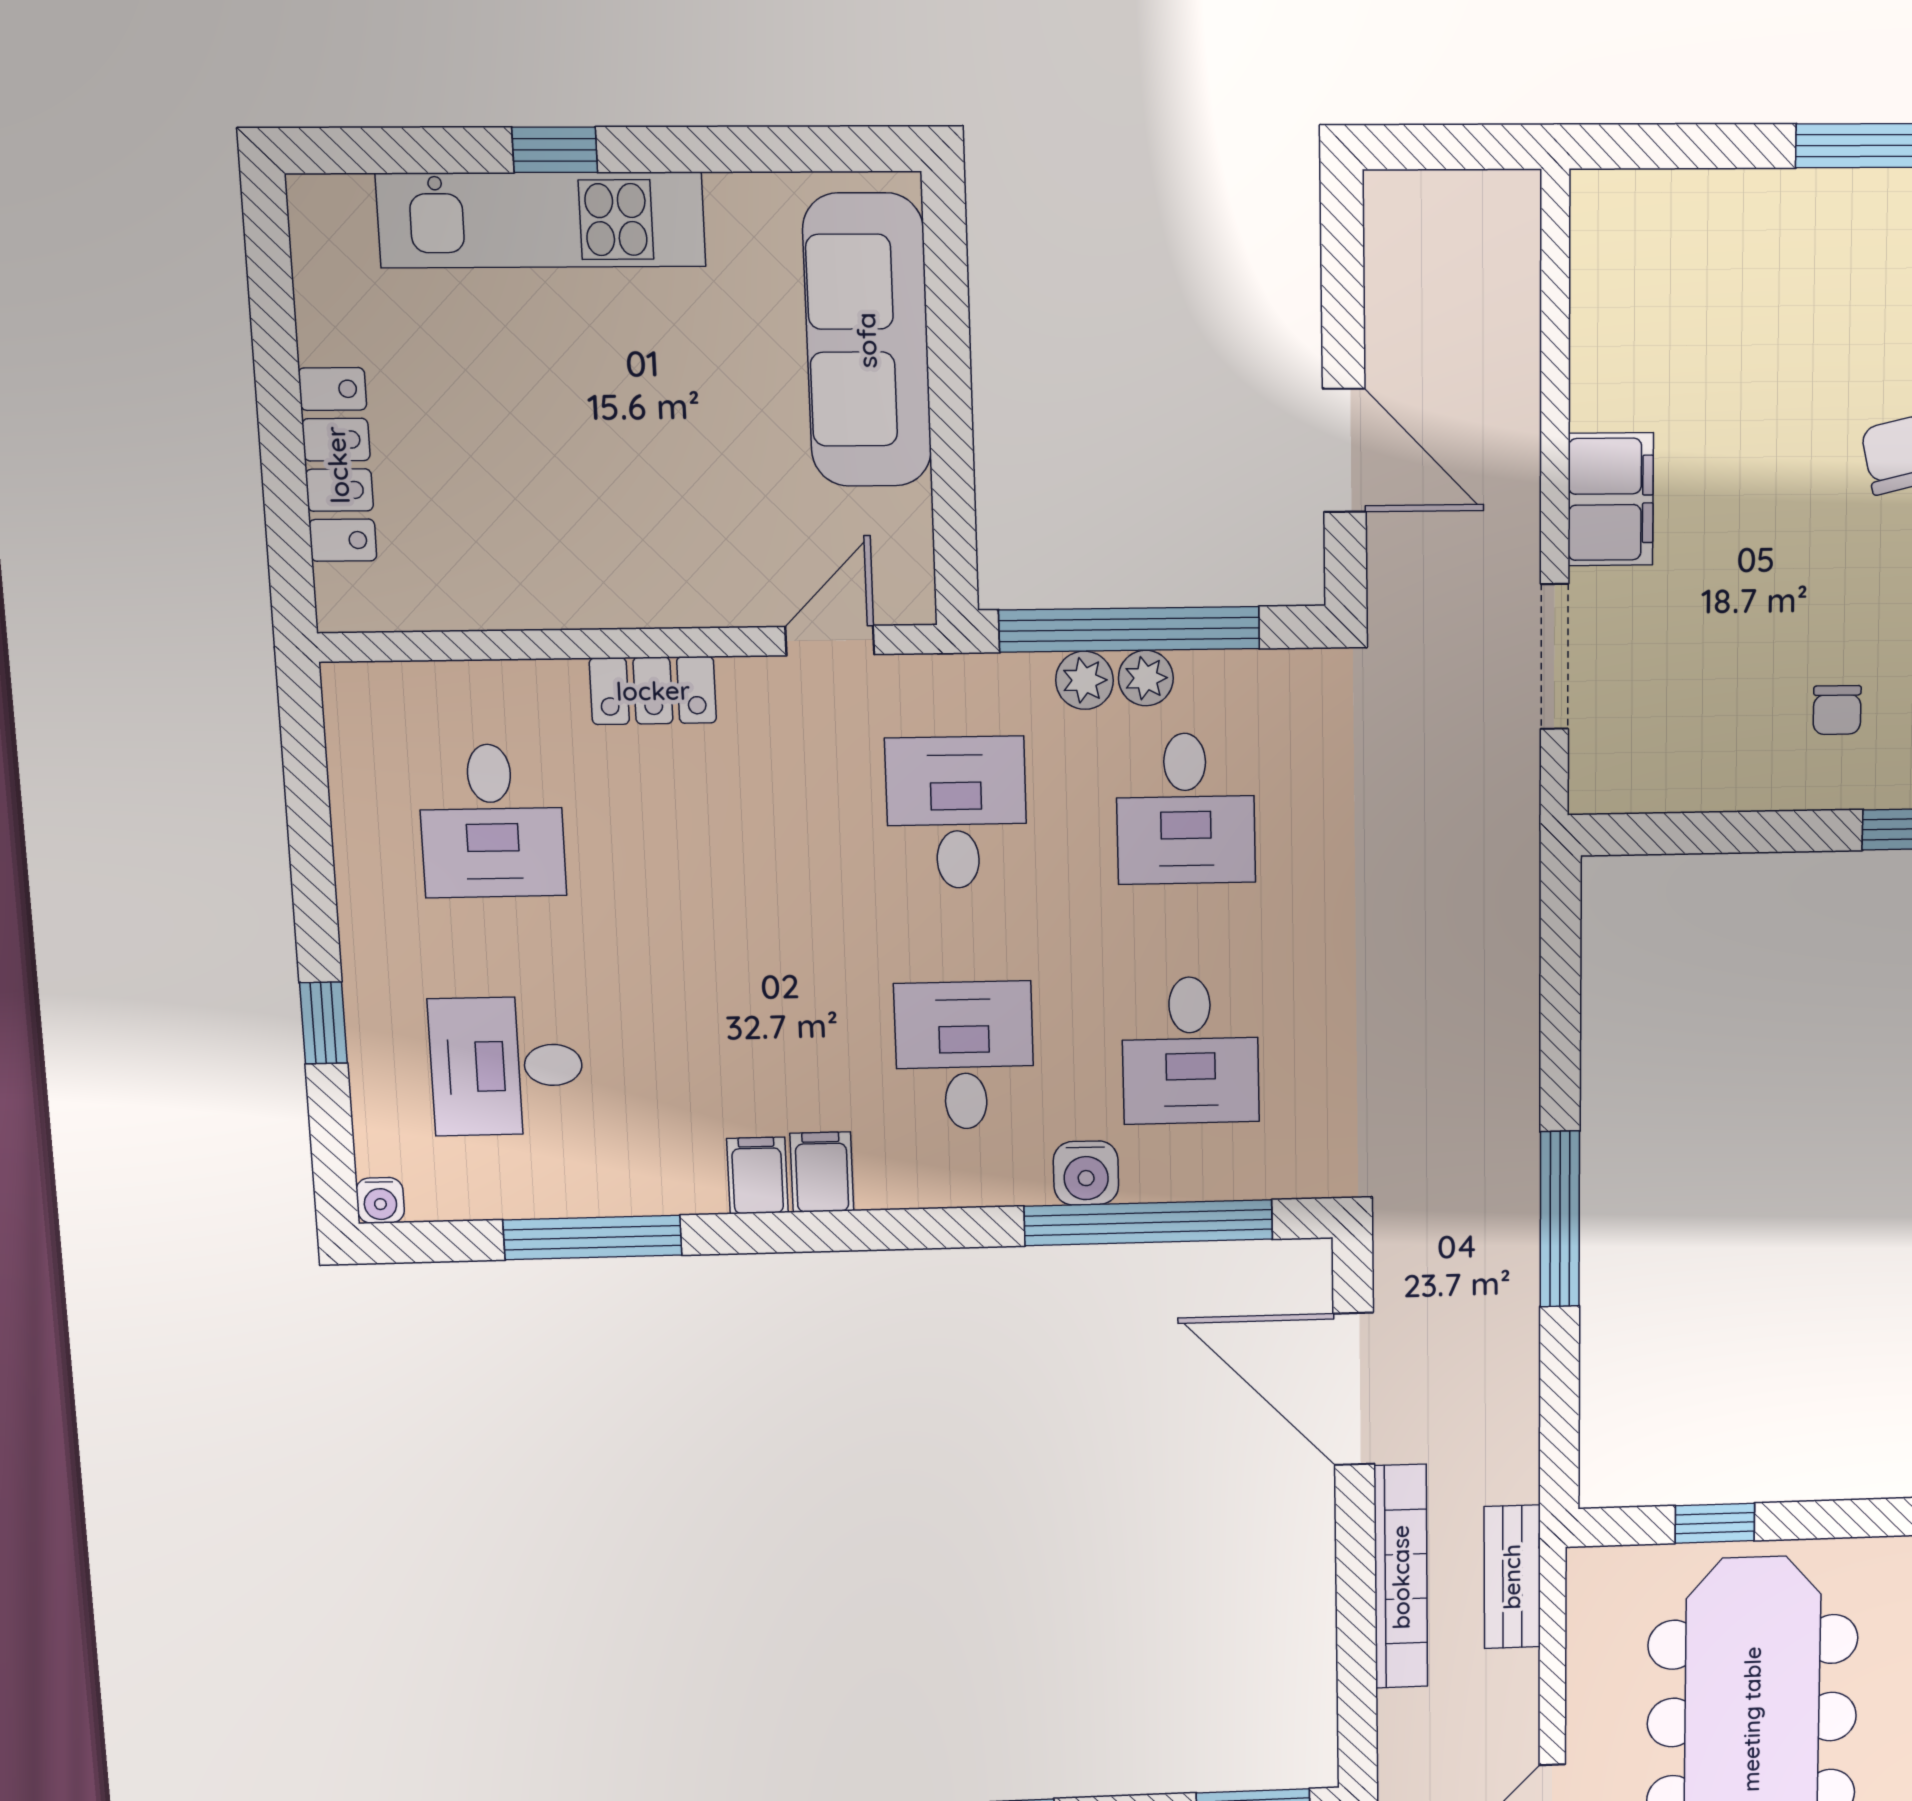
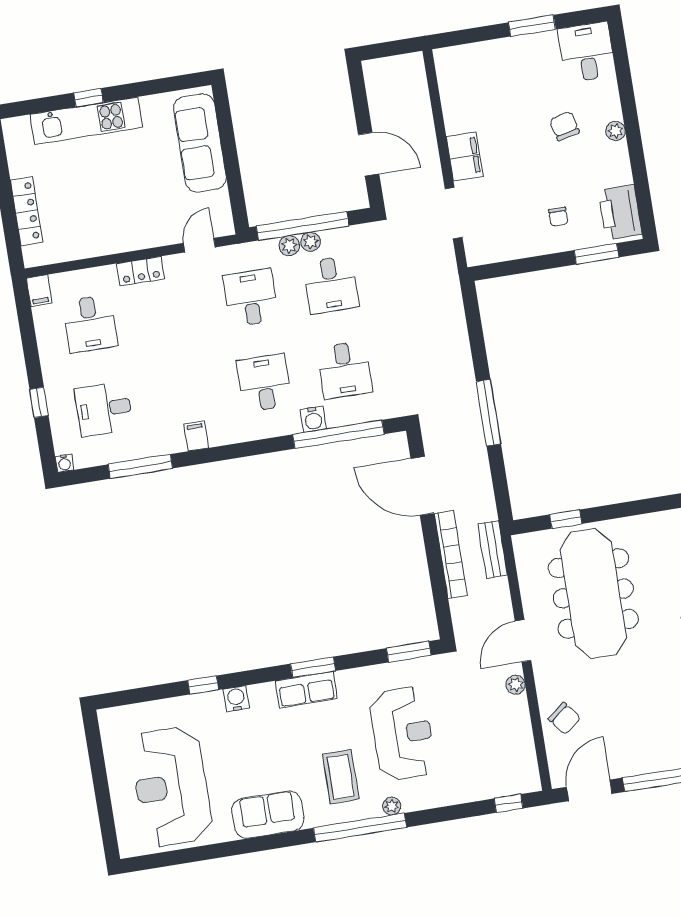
filing cabinet: (822, 1172) -> (39, 291), moved, turned 180

